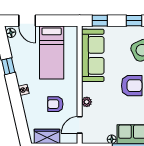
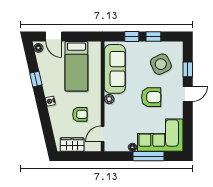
window: (100, 21) -> (132, 36), moved
plant: (87, 102) -> (109, 99), moved
armchair: (55, 104) -> (80, 114), turned 180

